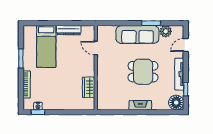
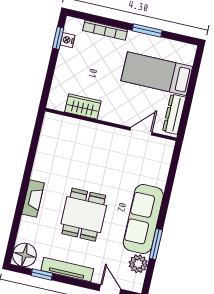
door: (96, 48) -> (141, 131), moved
wall: (96, 68) -> (111, 124), moved
wardrobe: (89, 87) -> (83, 107), moved

